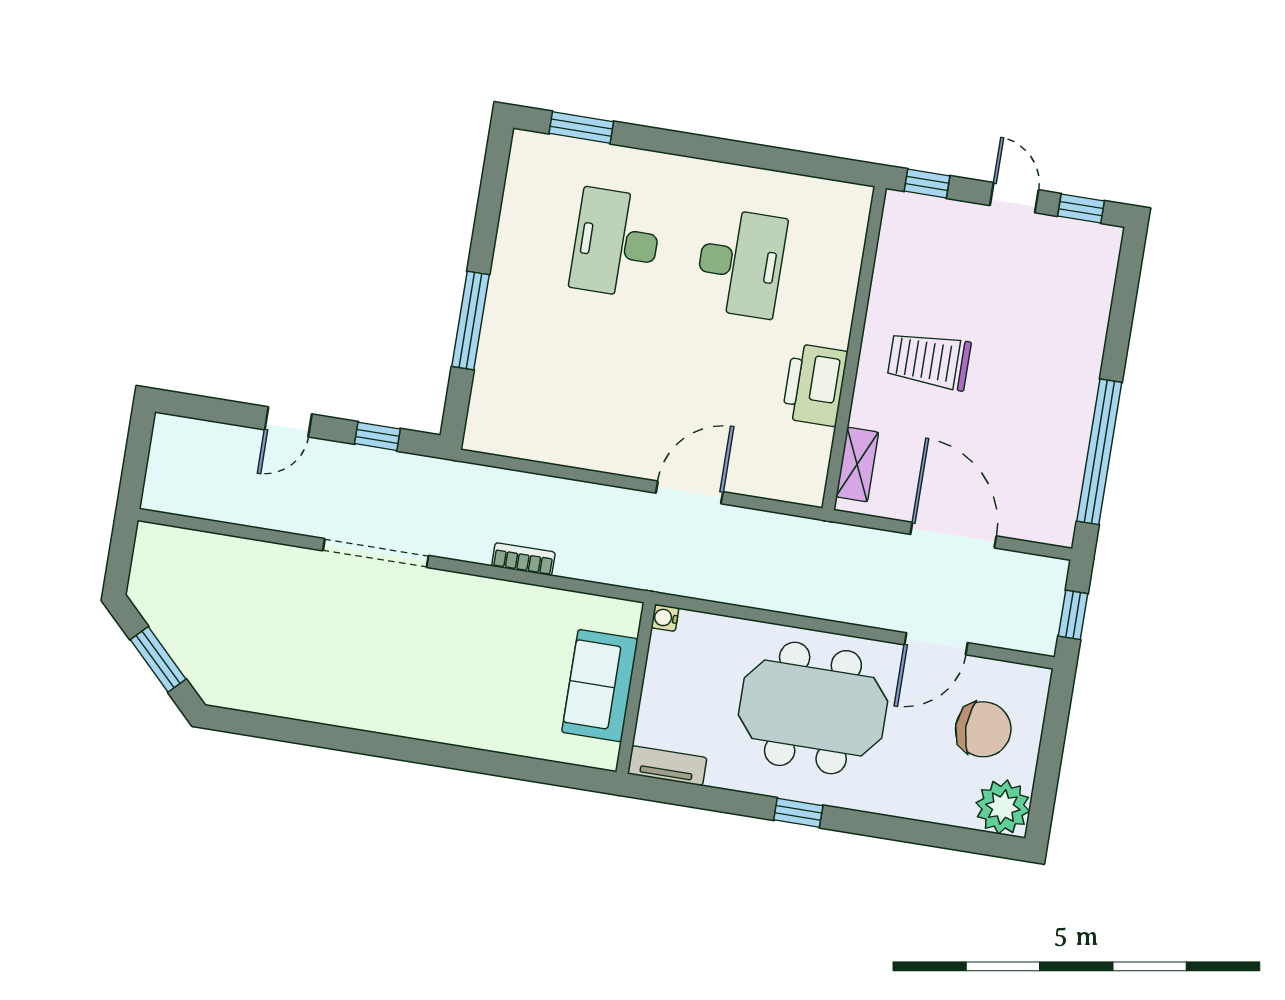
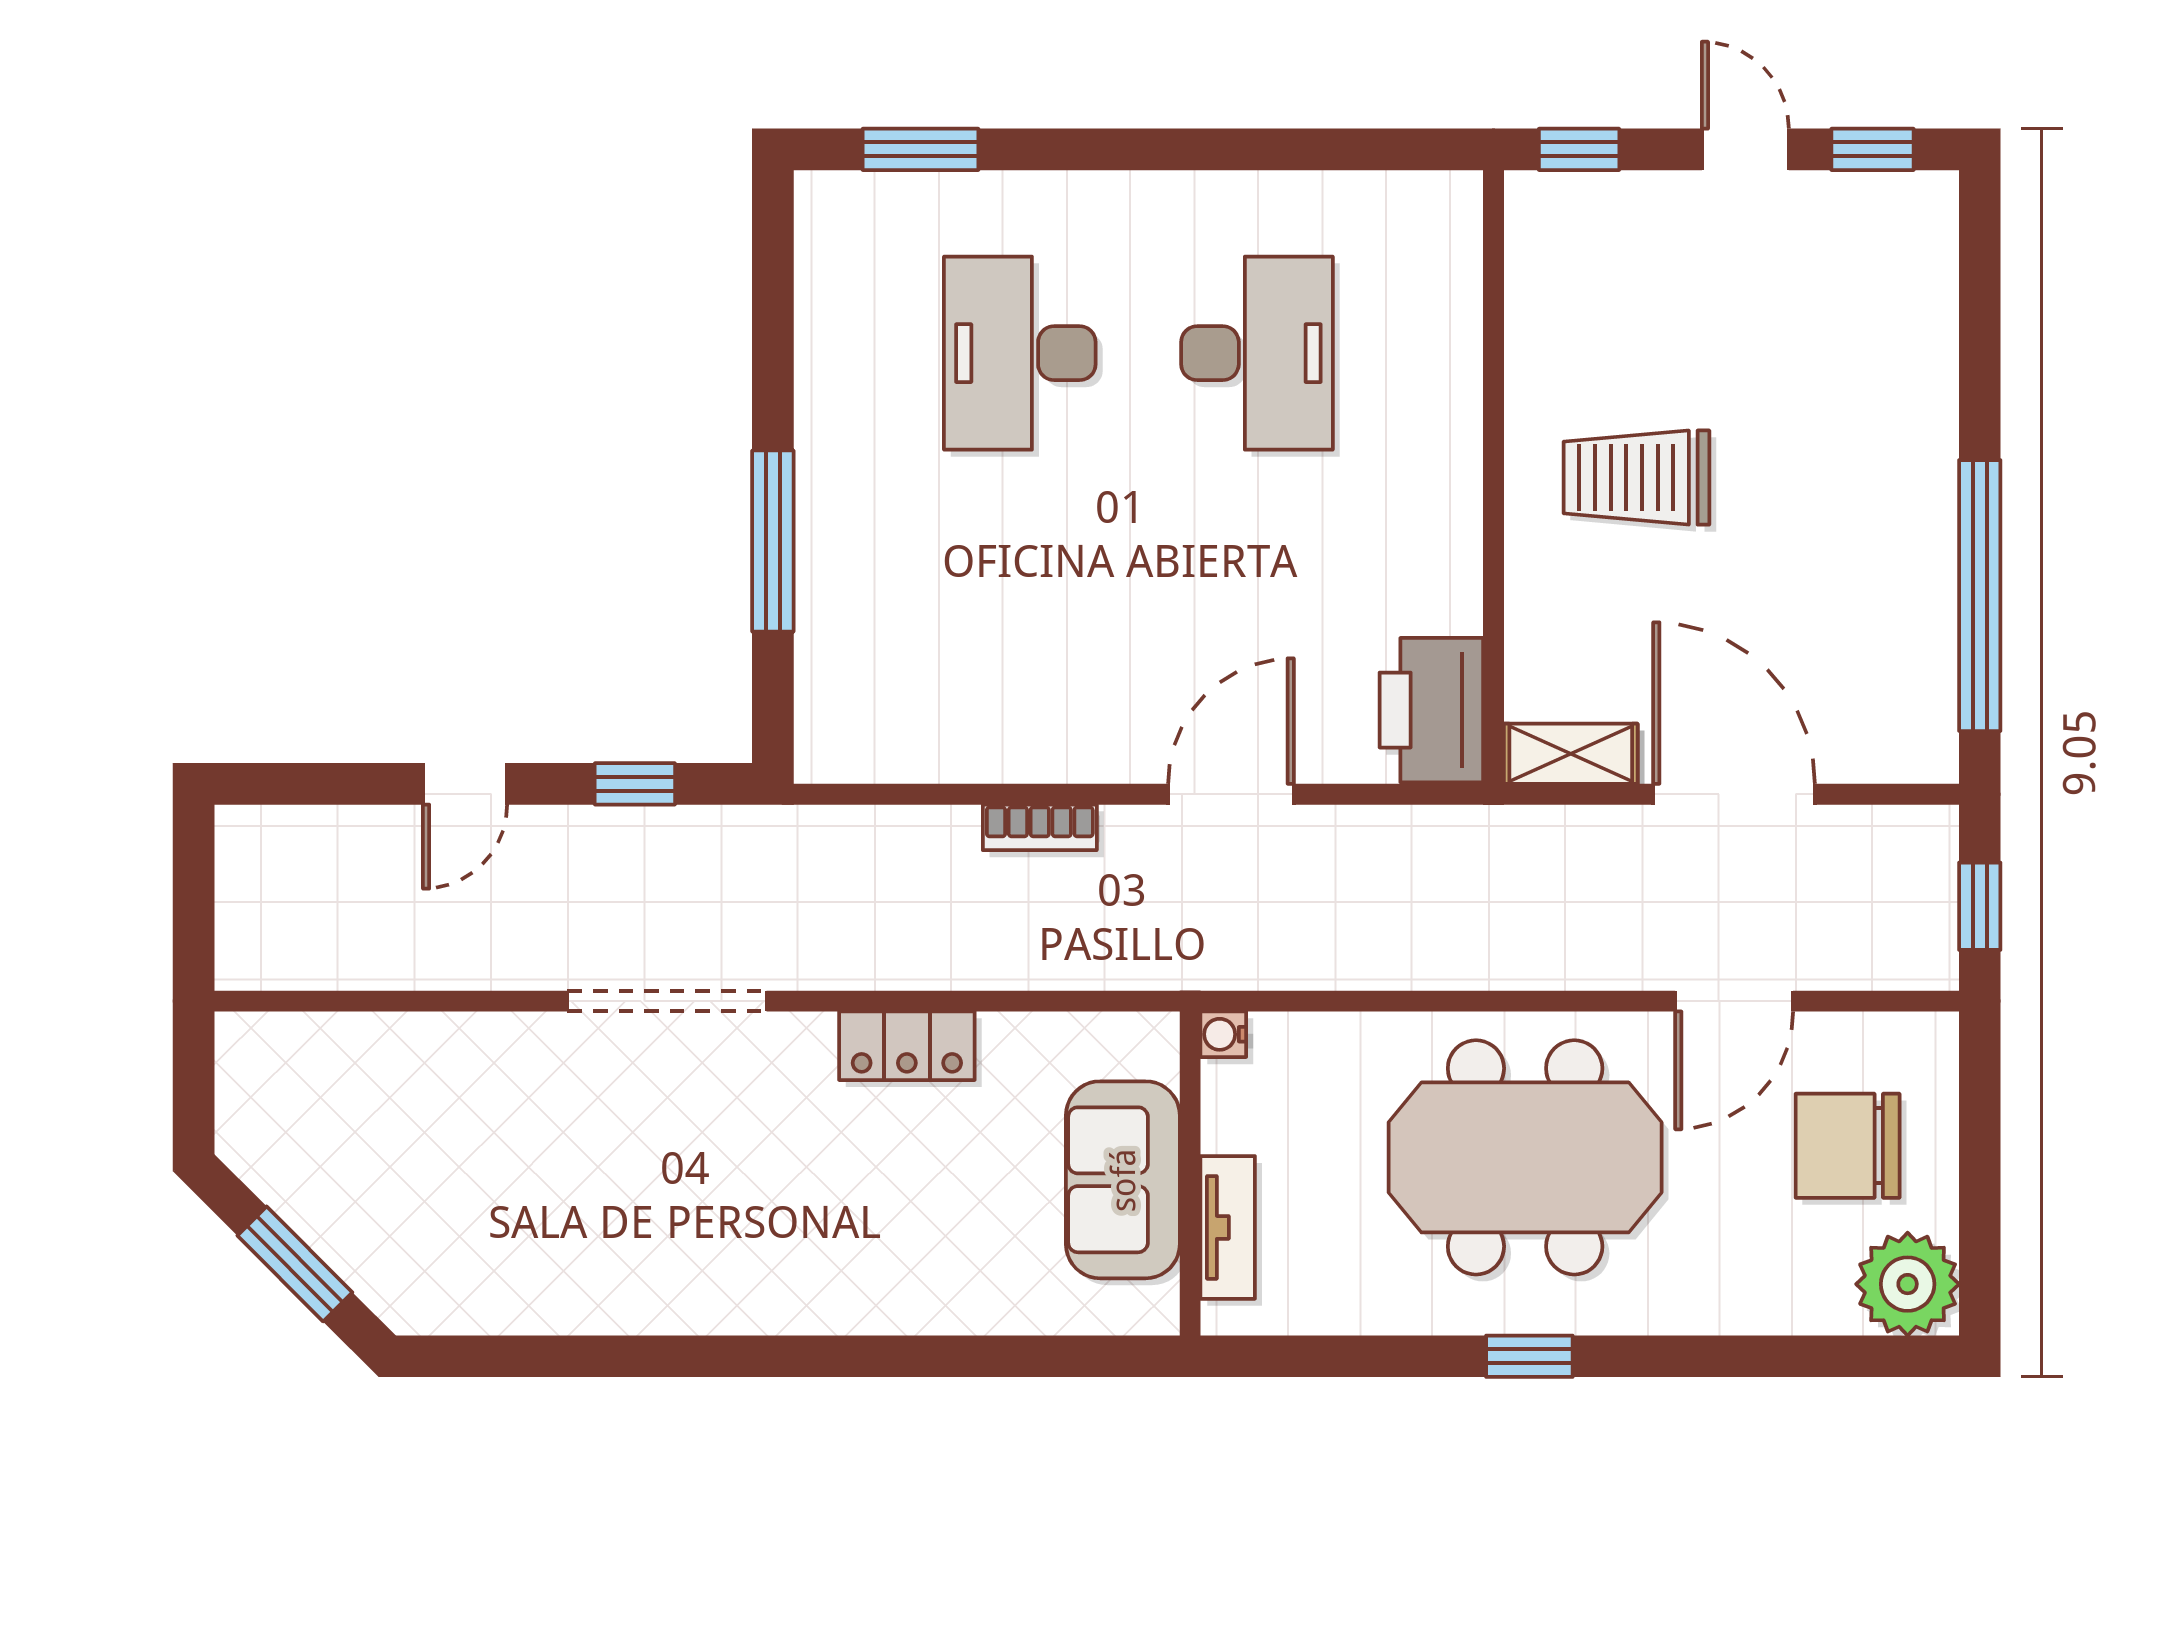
printer: (815, 385) -> (1431, 710), moved
shelving: (857, 464) -> (1571, 754), moved, turned 90
bookcase: (523, 559) -> (1040, 827), moved, turned 180
locker: (498, 597) -> (907, 1046), added
chair: (983, 729) -> (1848, 1146), turned 180
tv unit: (667, 766) -> (1228, 1227), moved, turned 90

